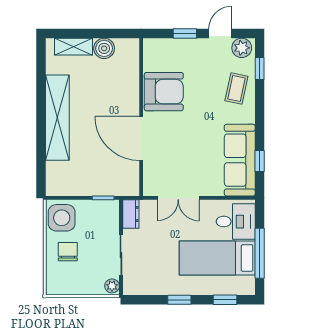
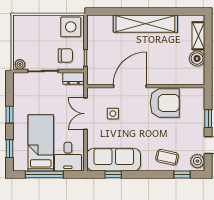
armchair: (164, 92) -> (165, 103), turned -90
side table: (178, 161) -> (113, 114), added
chair: (68, 252) -> (65, 55), moved

